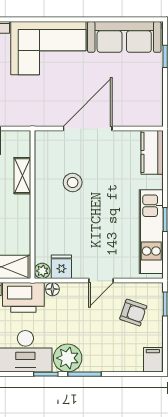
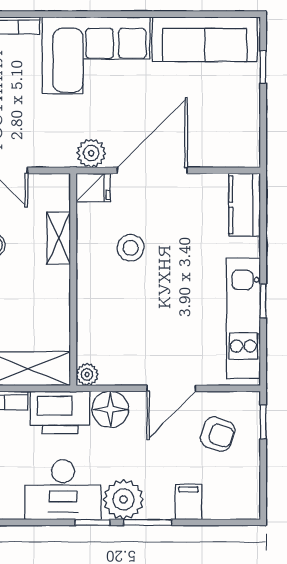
plant: (45, 116) -> (91, 153), added
fridge: (61, 267) -> (93, 188), moved, turned 90
door: (101, 281) -> (171, 388), width x1.38
floor lamp: (52, 289) -> (110, 409), width x1.89, depth x1.89
filing cabinet: (153, 360) -> (188, 502), moved

